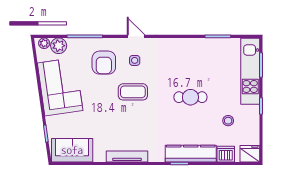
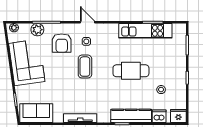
plant: (59, 46) -> (37, 30), moved
kitchen unit: (250, 71) -> (145, 31), moved, turned -90
coffee table: (133, 92) -> (85, 67), turned 90
cafe table: (190, 97) -> (131, 71), width x1.37, depth x1.35

